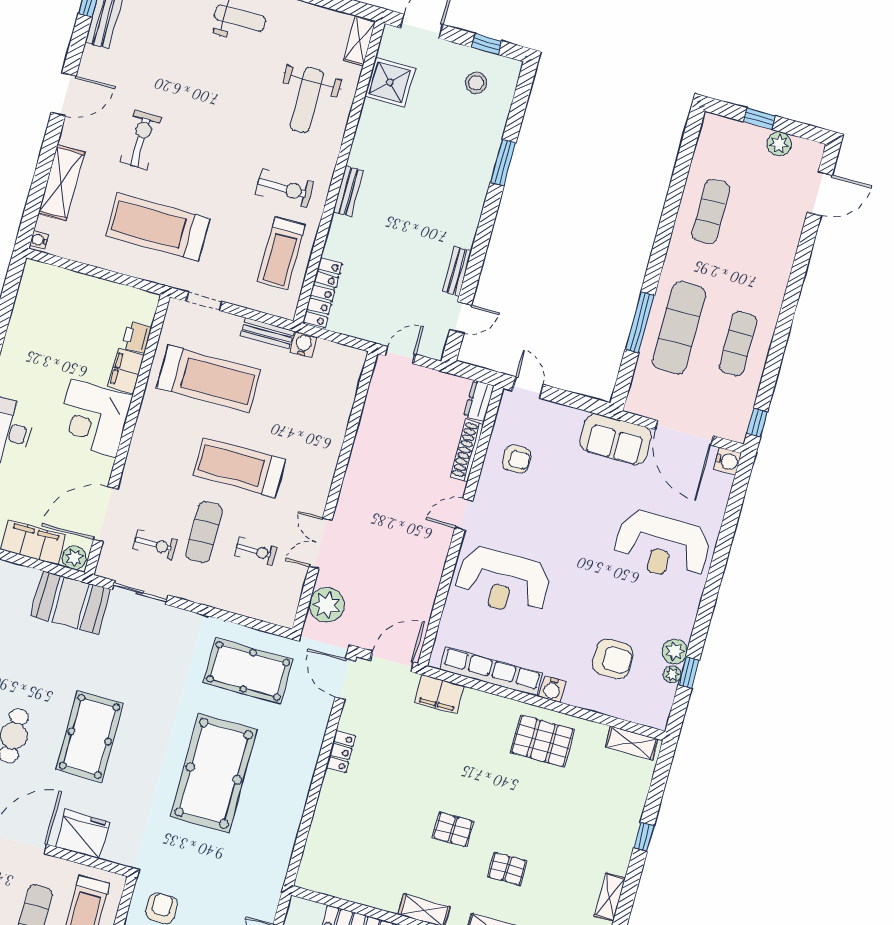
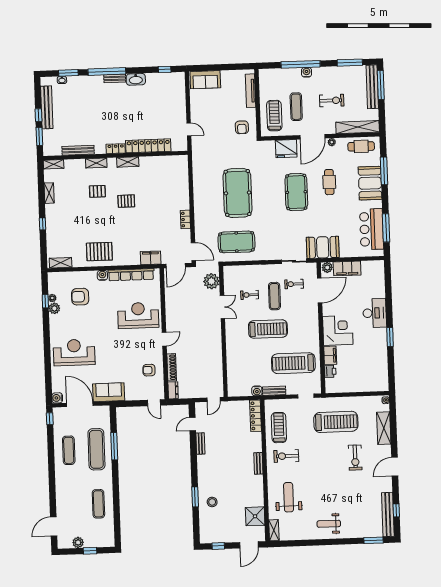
stool: (476, 83) -> (212, 502), moved

